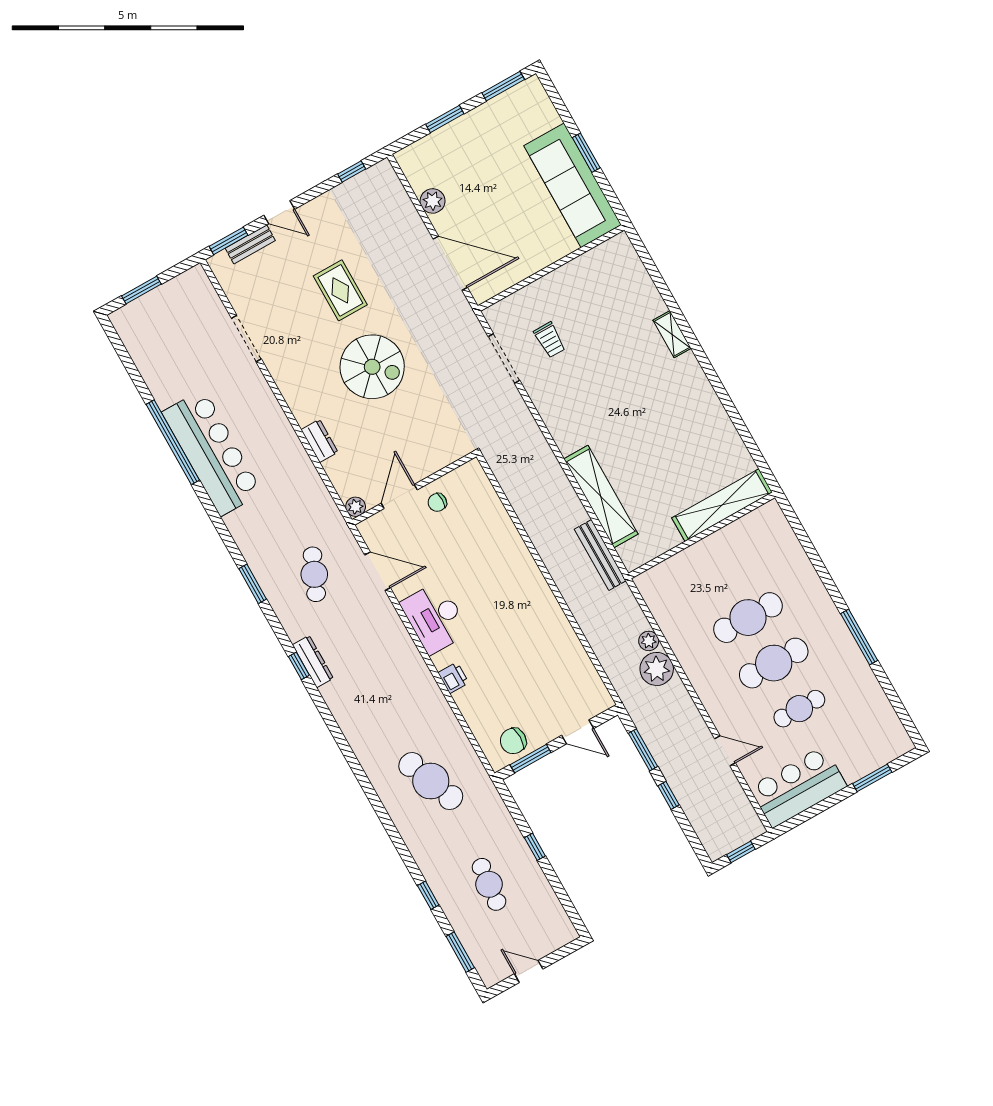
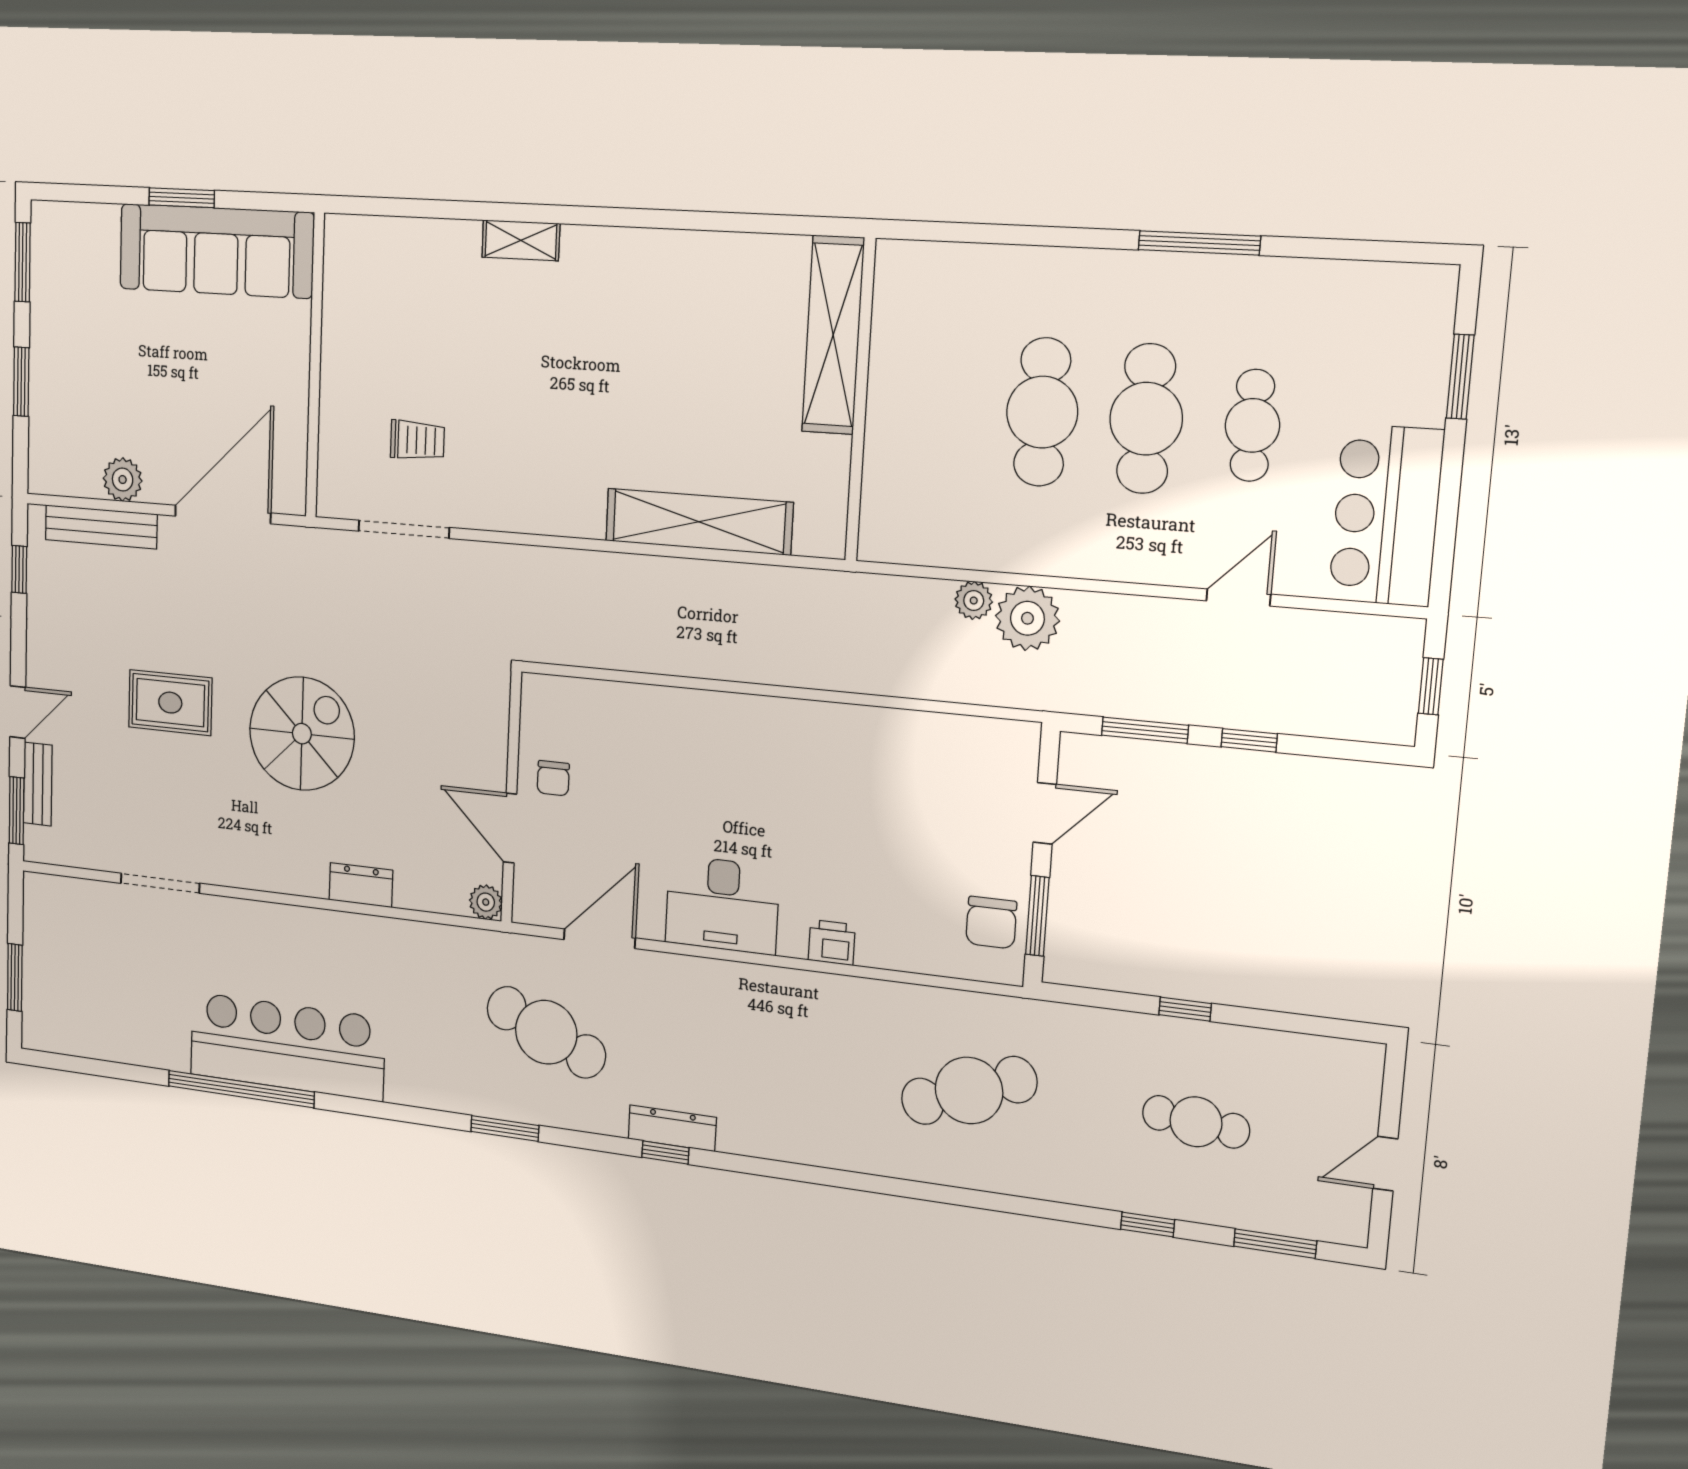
bench: (600, 555) -> (101, 527), moved
cafe table: (314, 574) -> (546, 1032), width x1.37, depth x1.35

